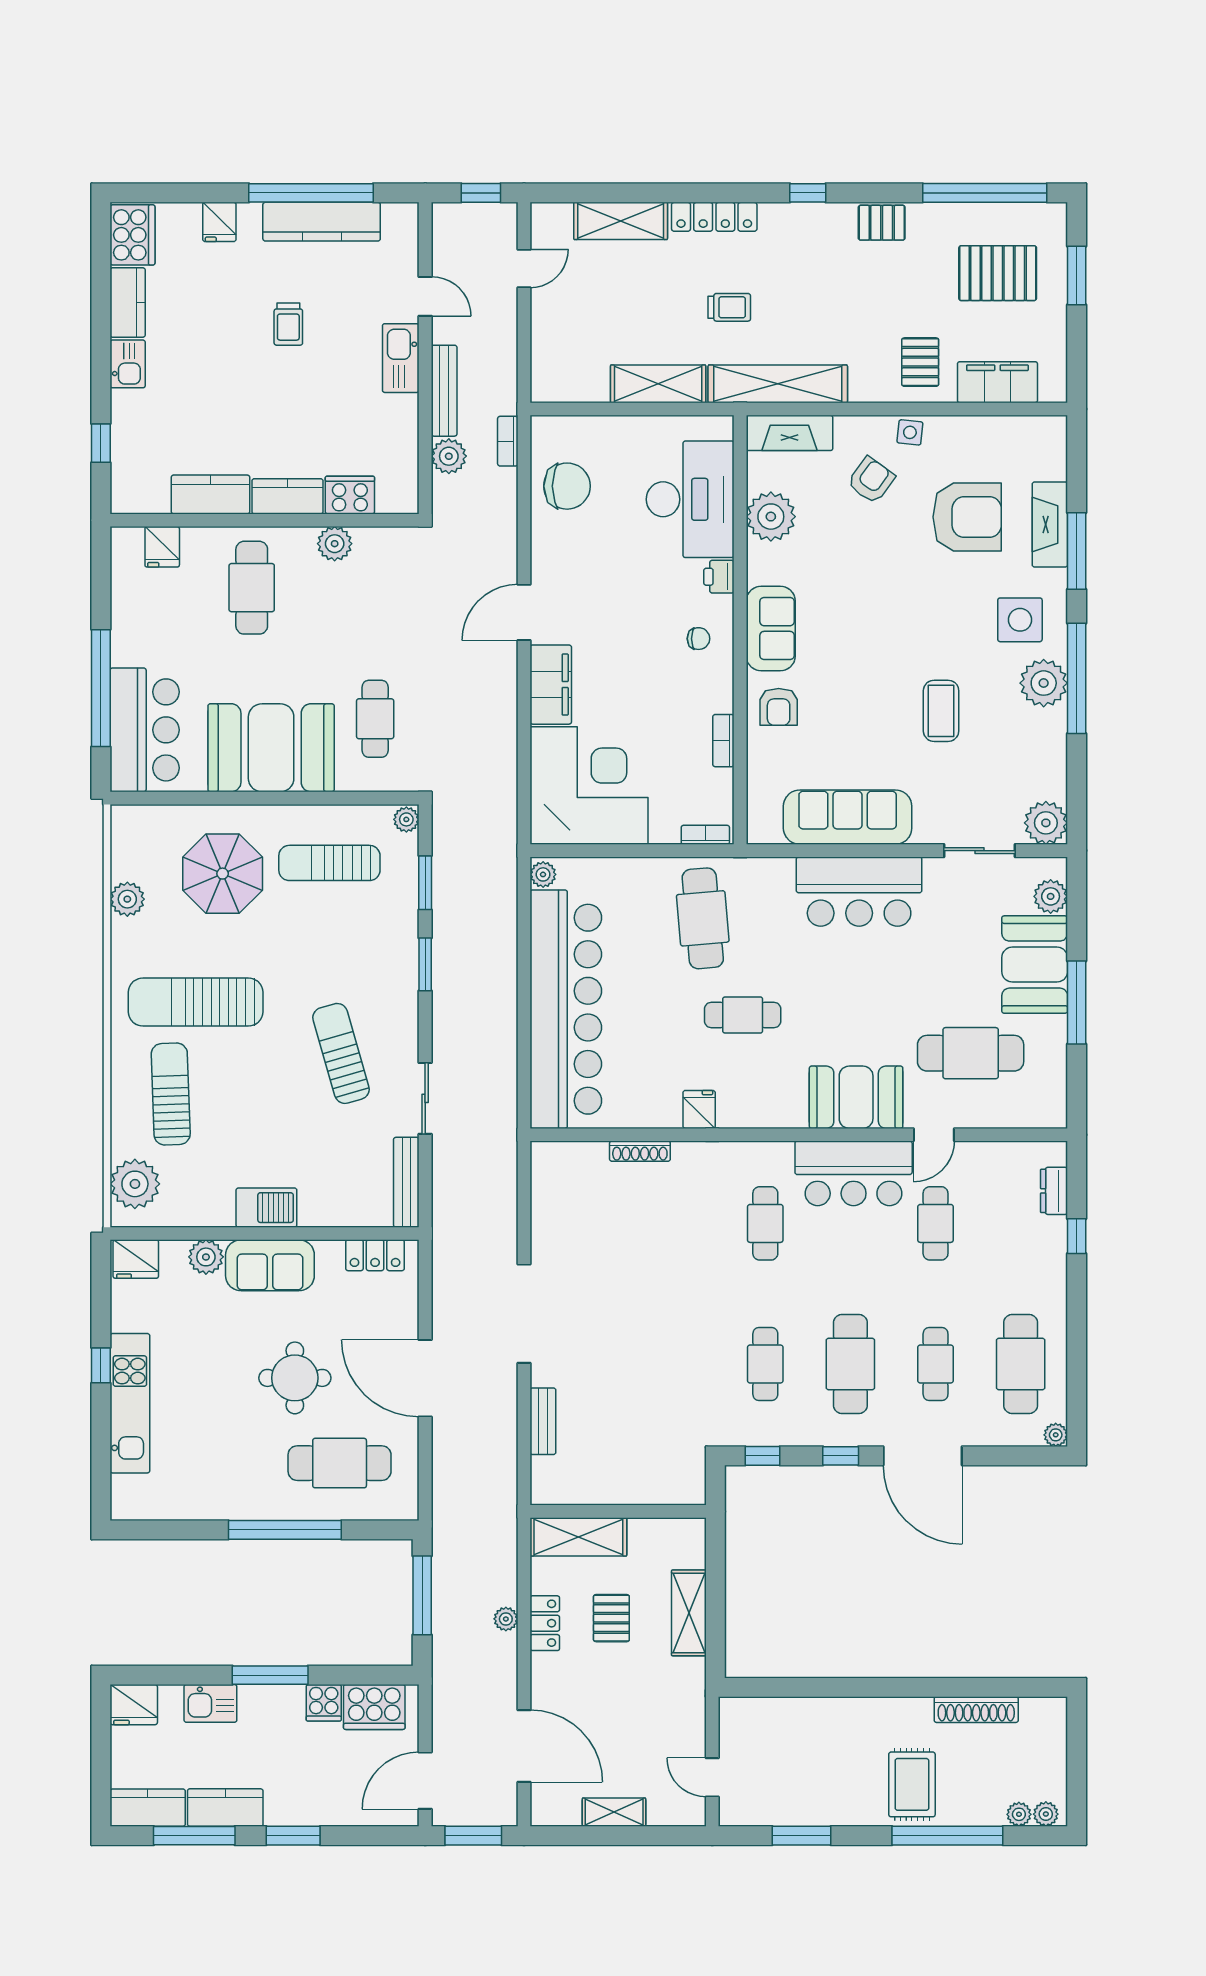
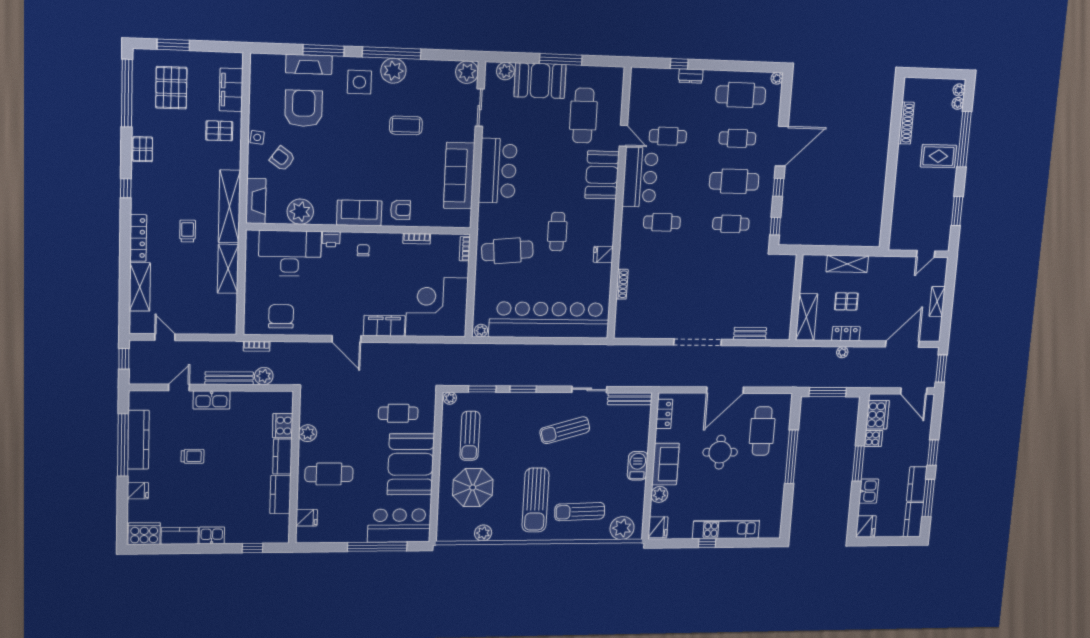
dresser: (1054, 1191) -> (691, 76), moved

